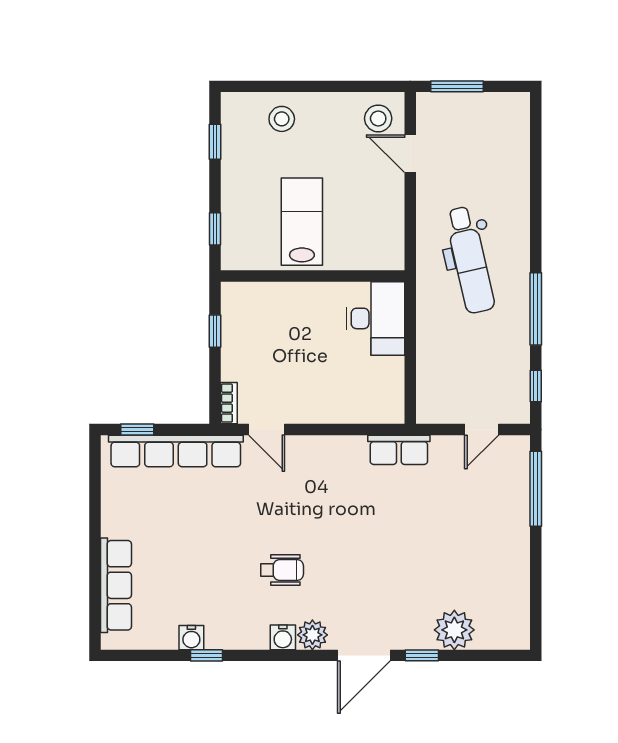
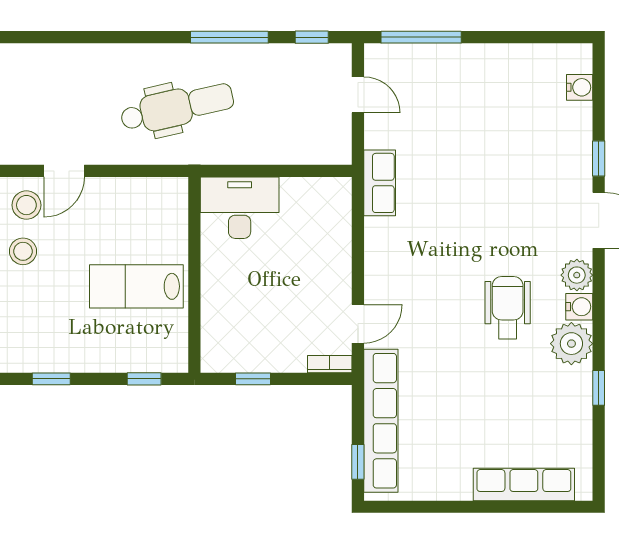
stool: (282, 119) -> (23, 251), moved
wheelchair: (282, 570) -> (508, 308), width x1.36, depth x1.37
plant: (454, 630) -> (571, 344), moved
water cooler: (191, 638) -> (580, 87), moved

